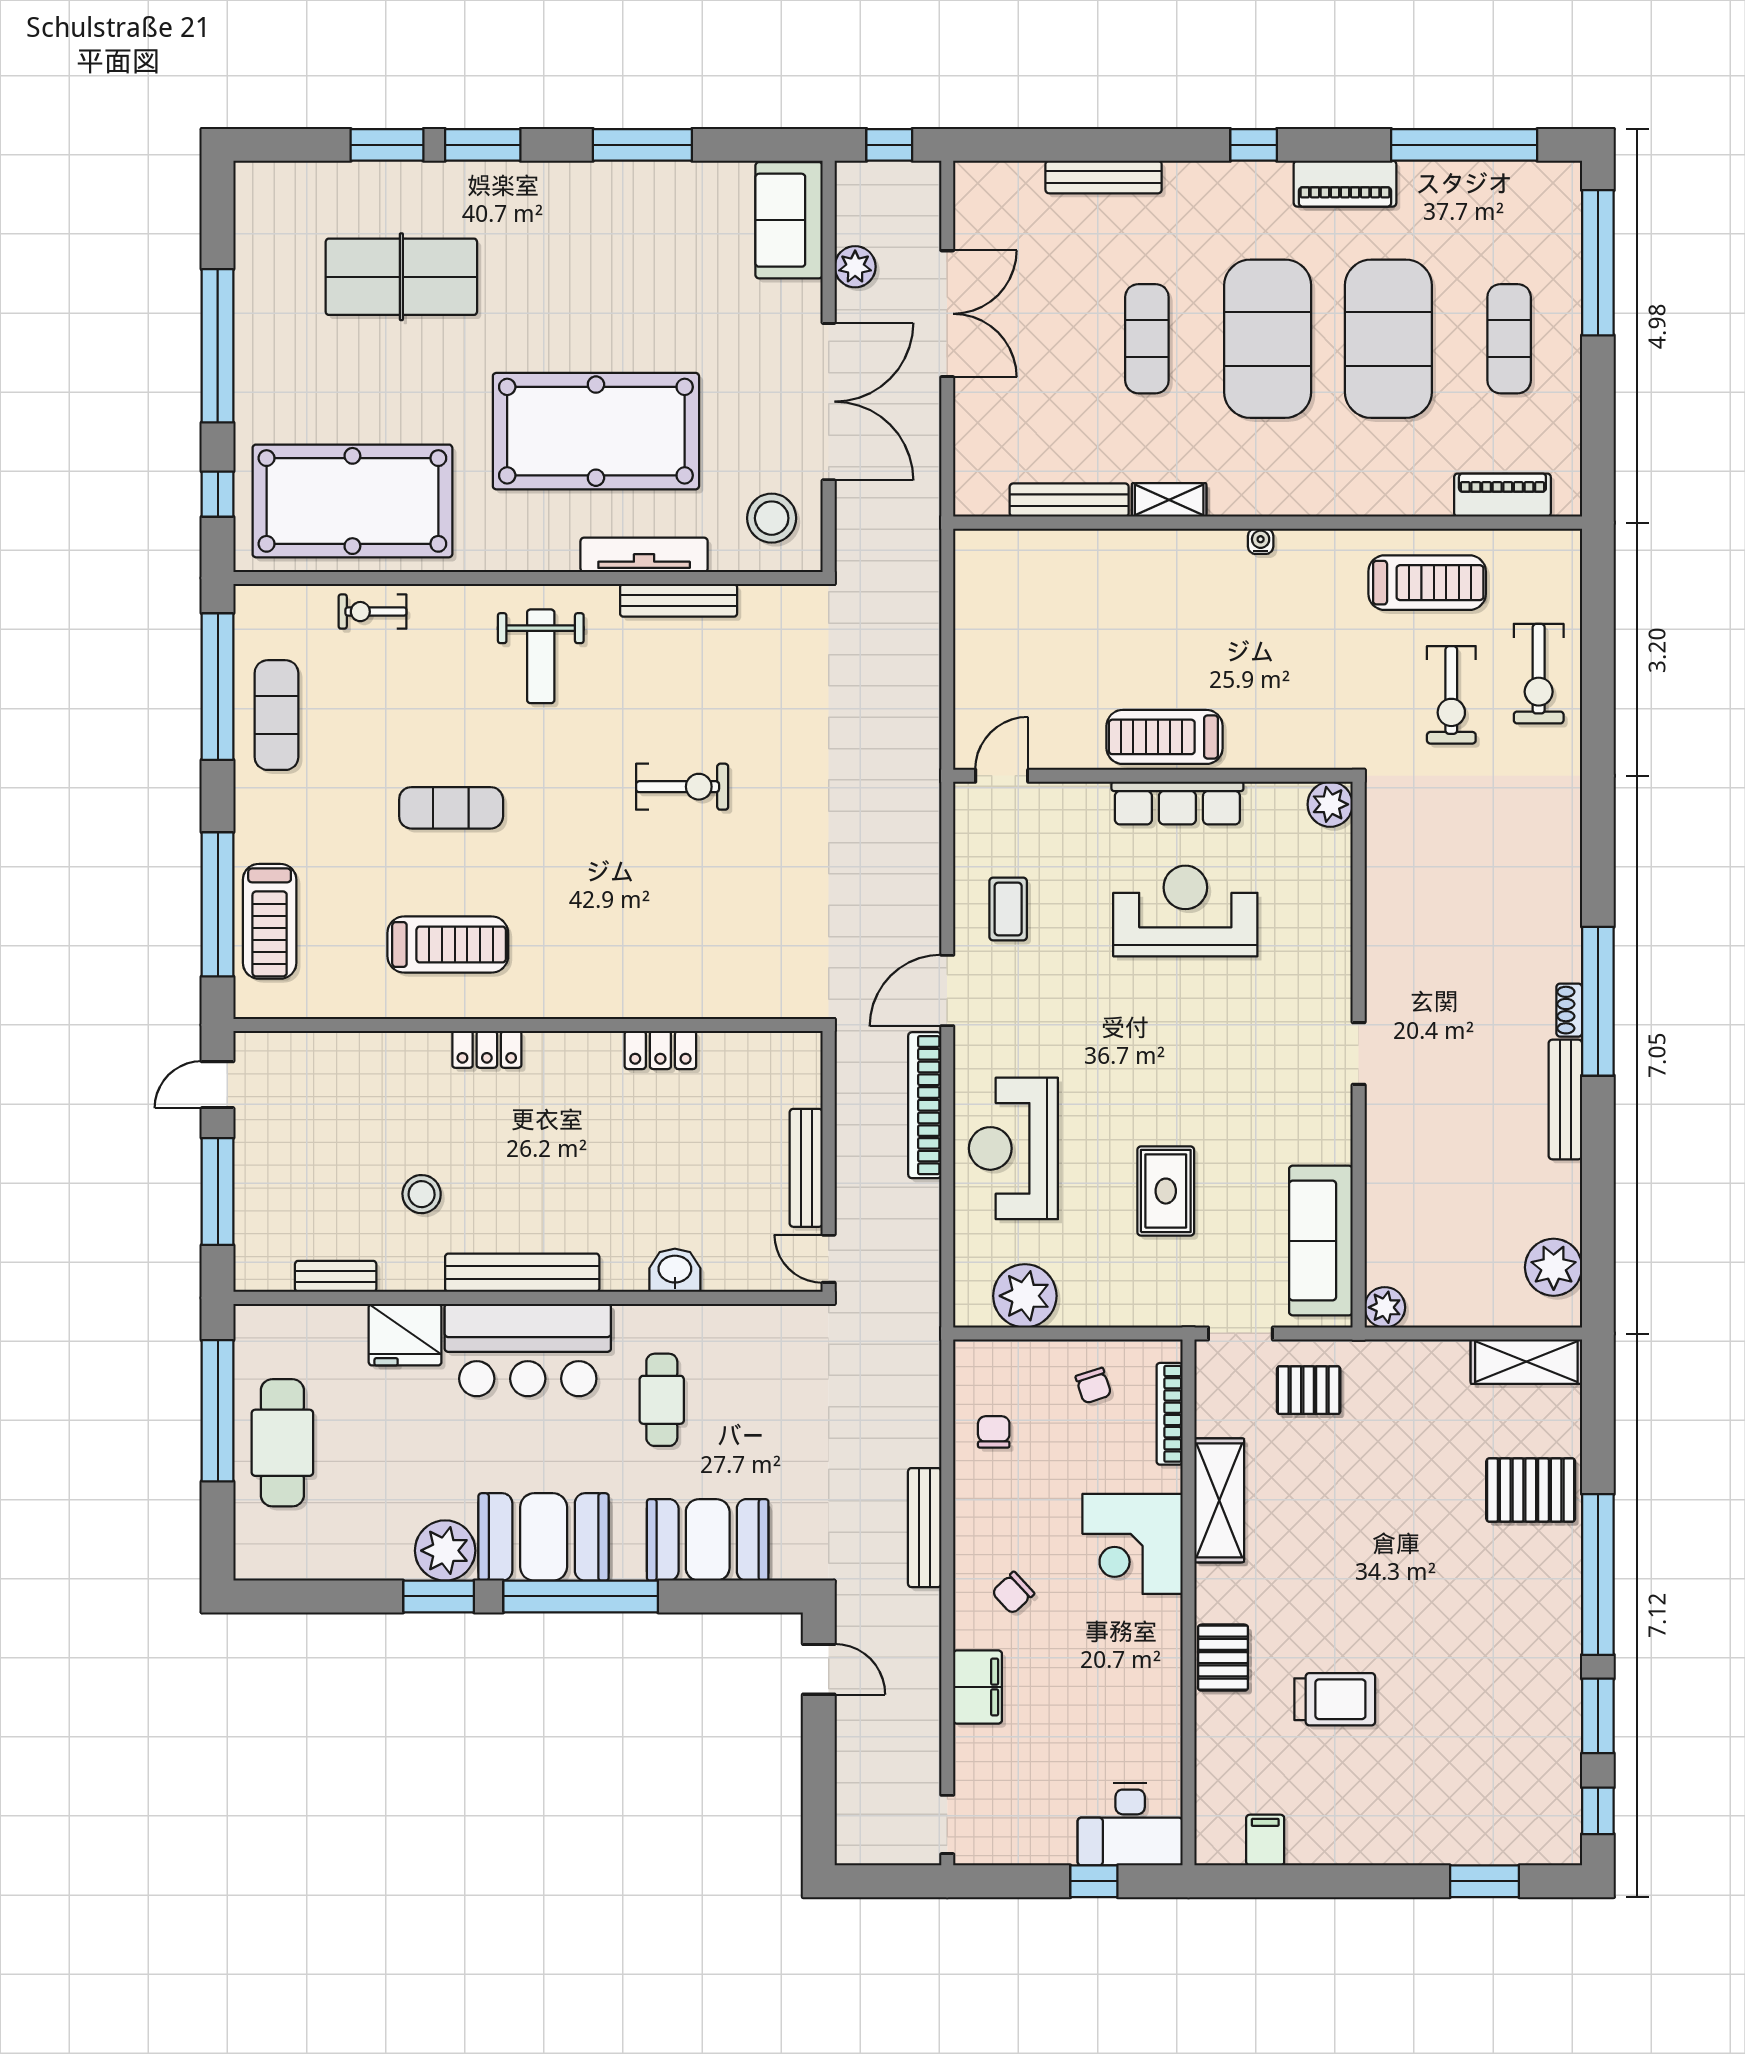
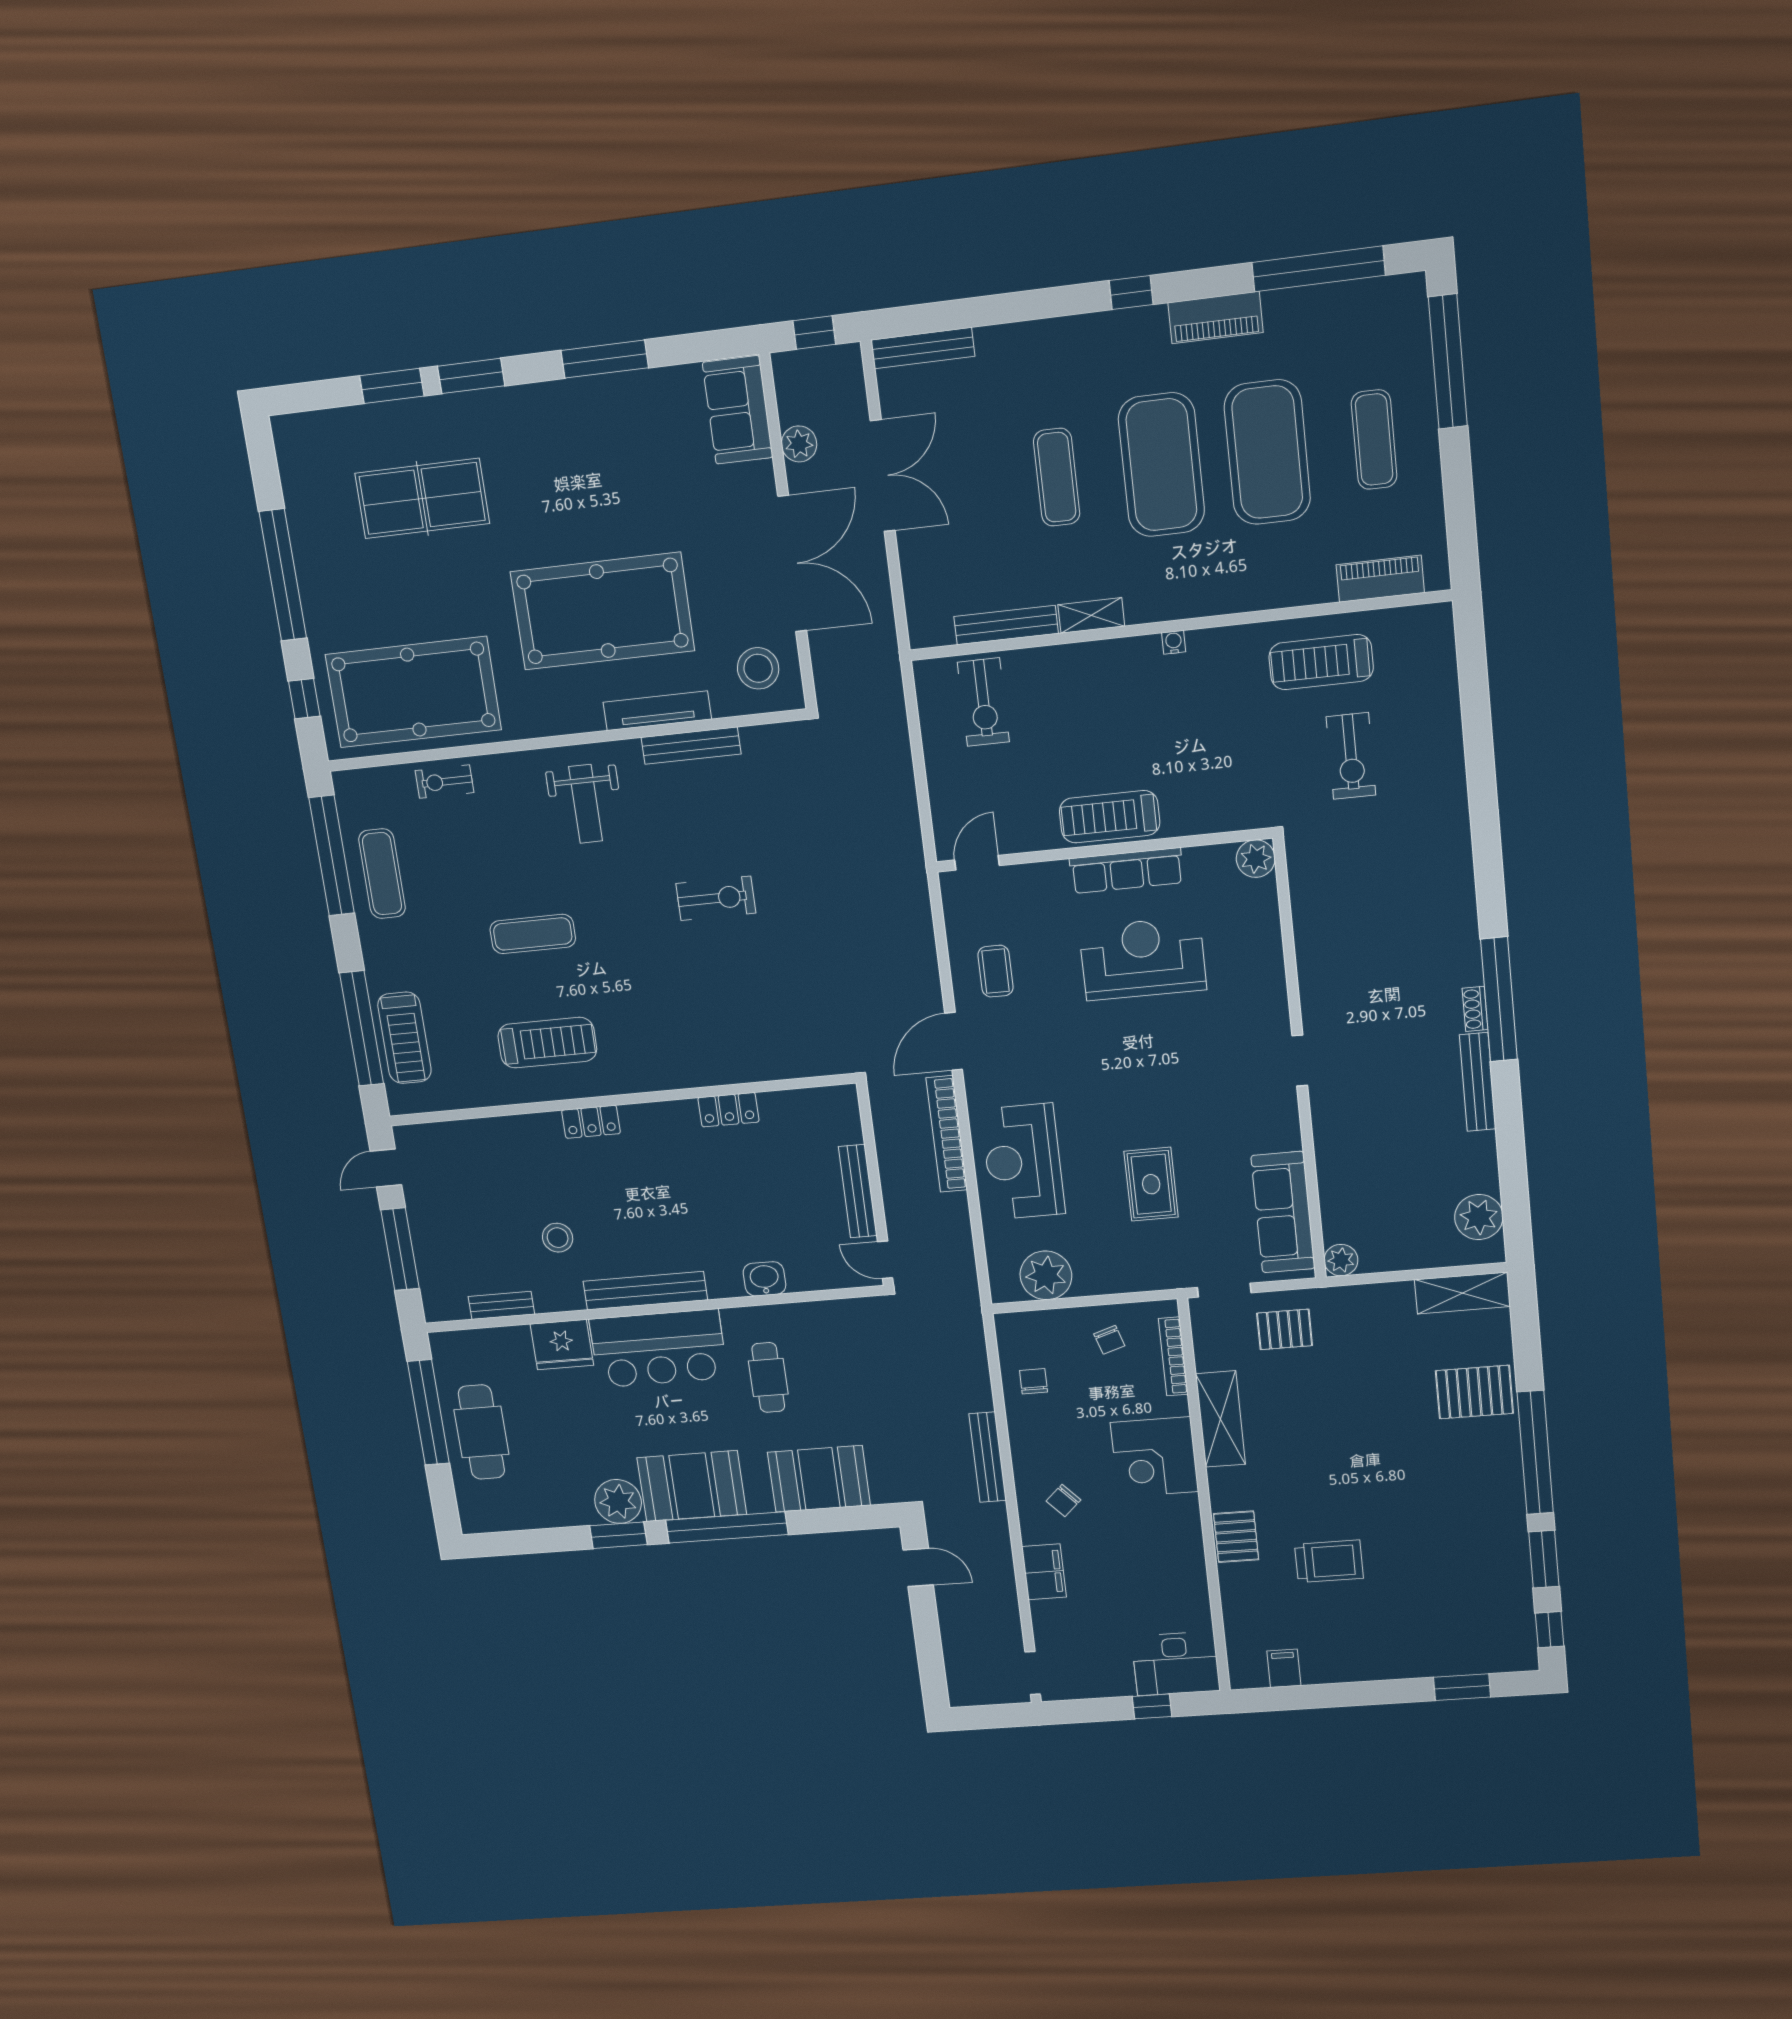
bench: (1104, 177) -> (923, 348), moved
treadmill: (1427, 583) -> (1321, 662), turned 180
exercise bike: (1539, 674) -> (983, 702), moved

